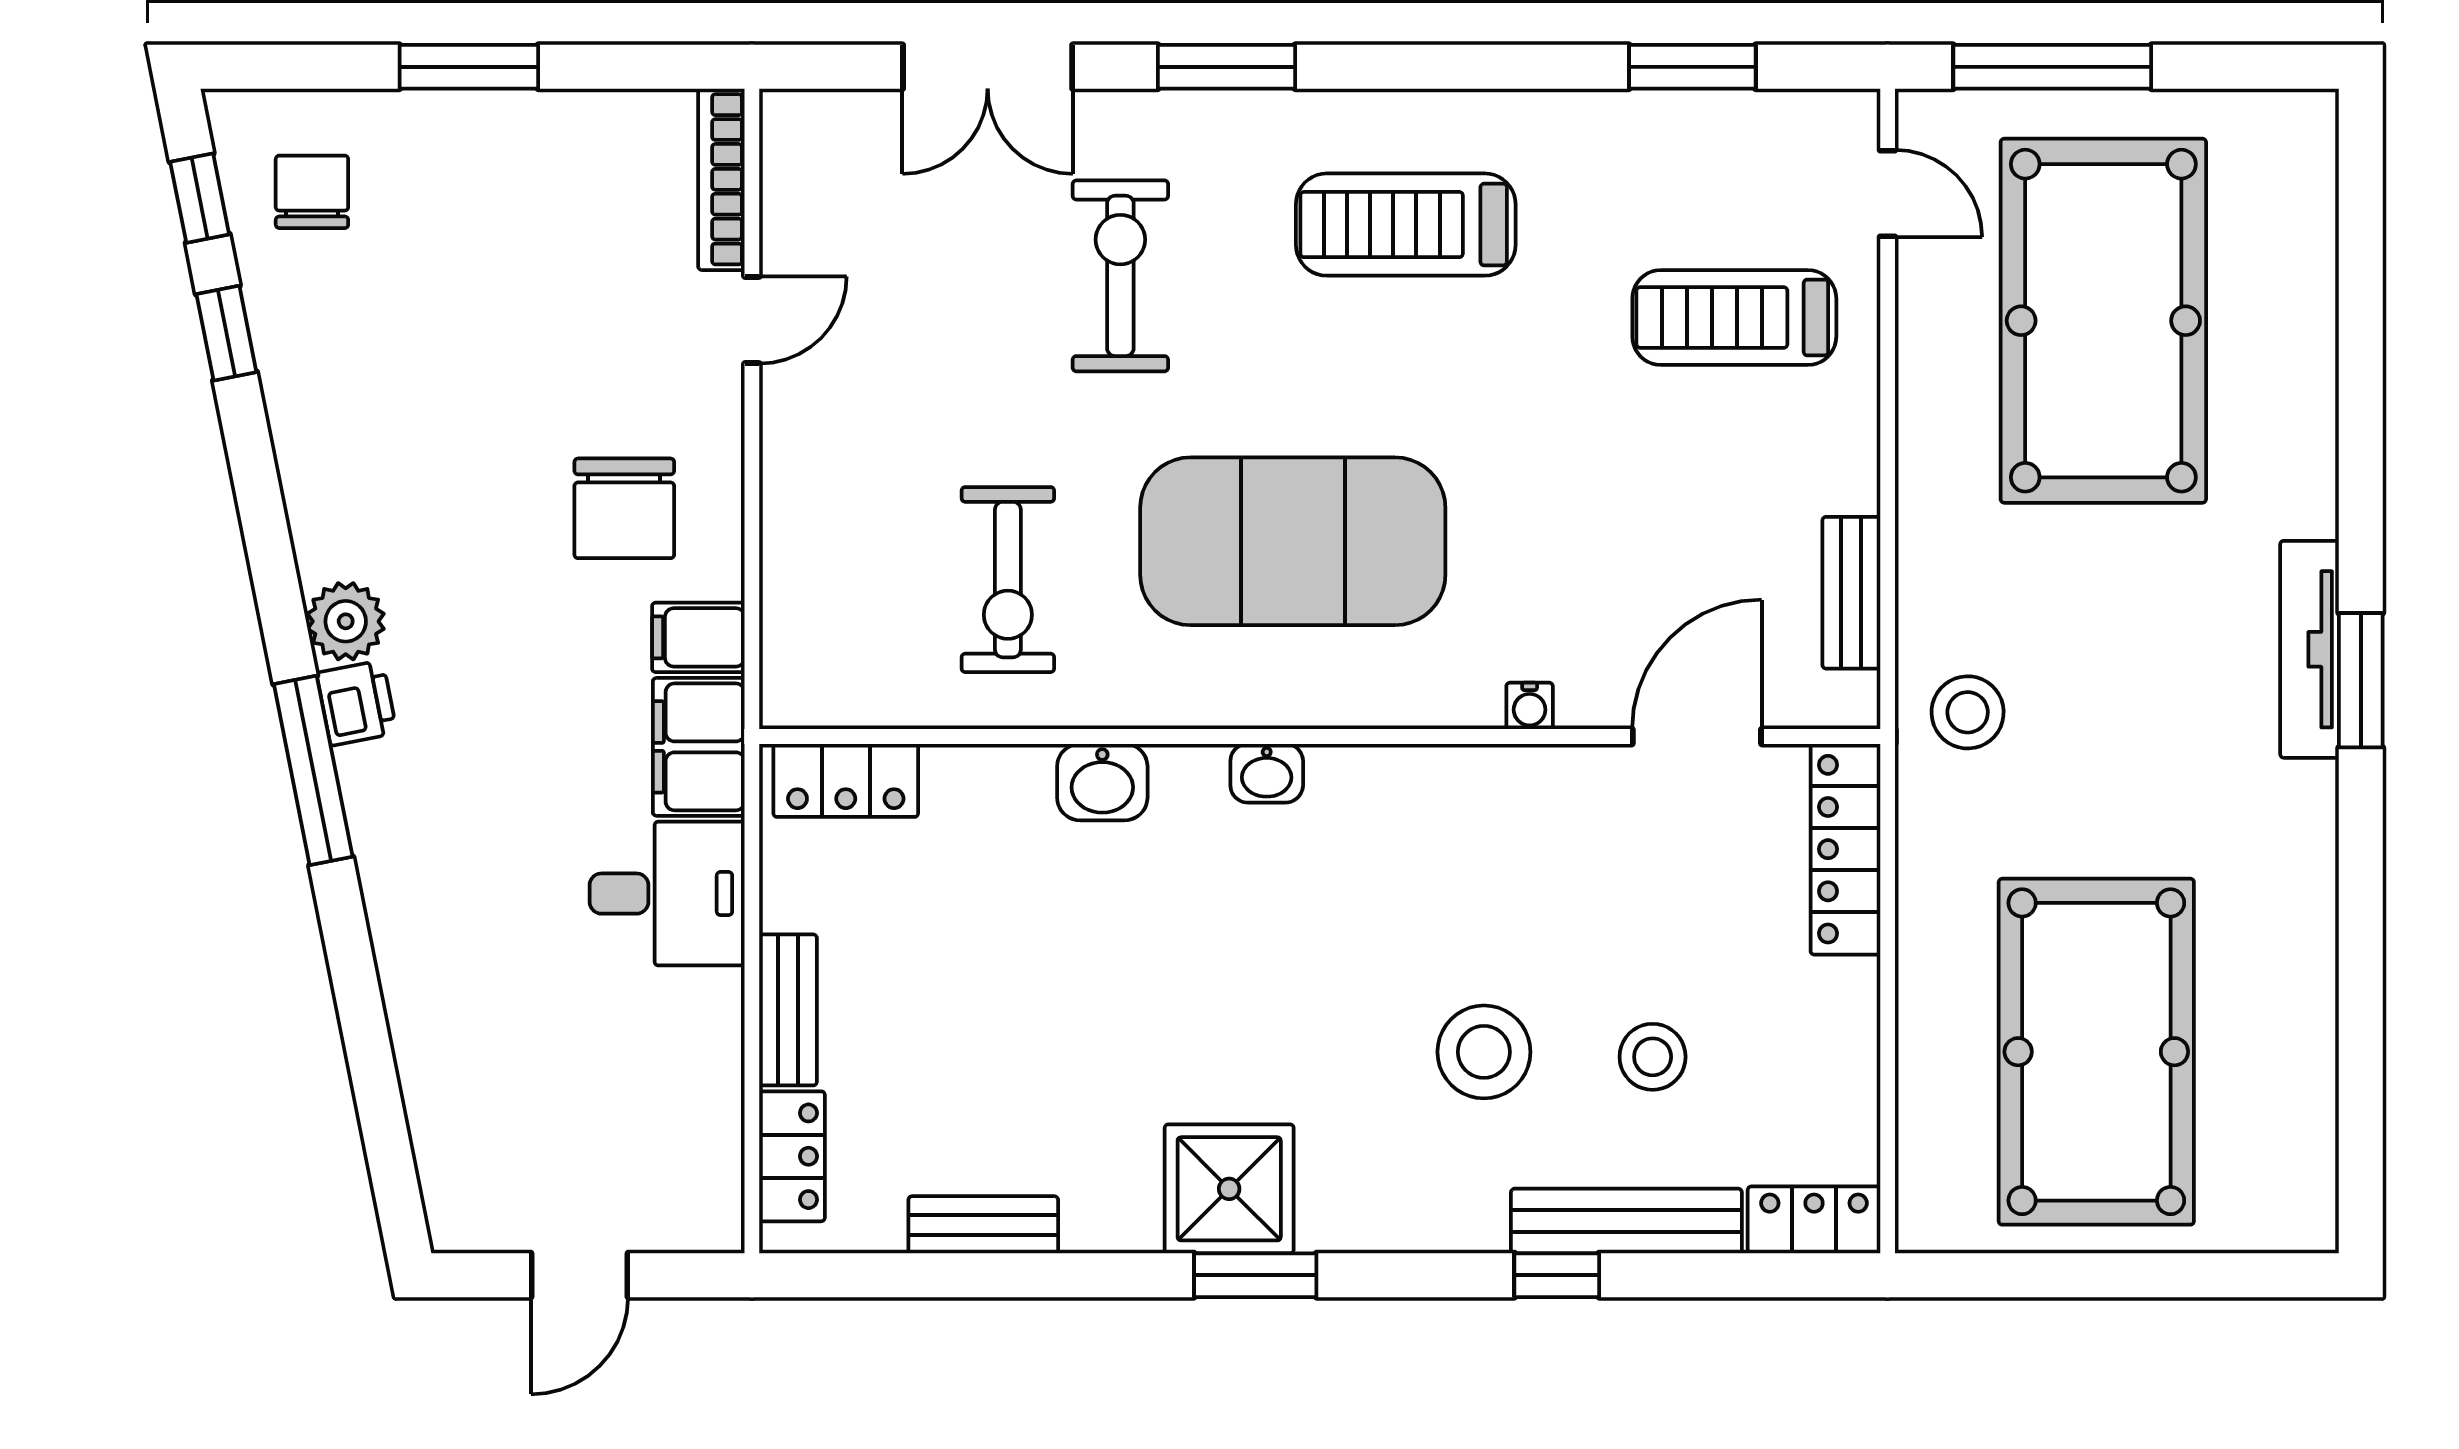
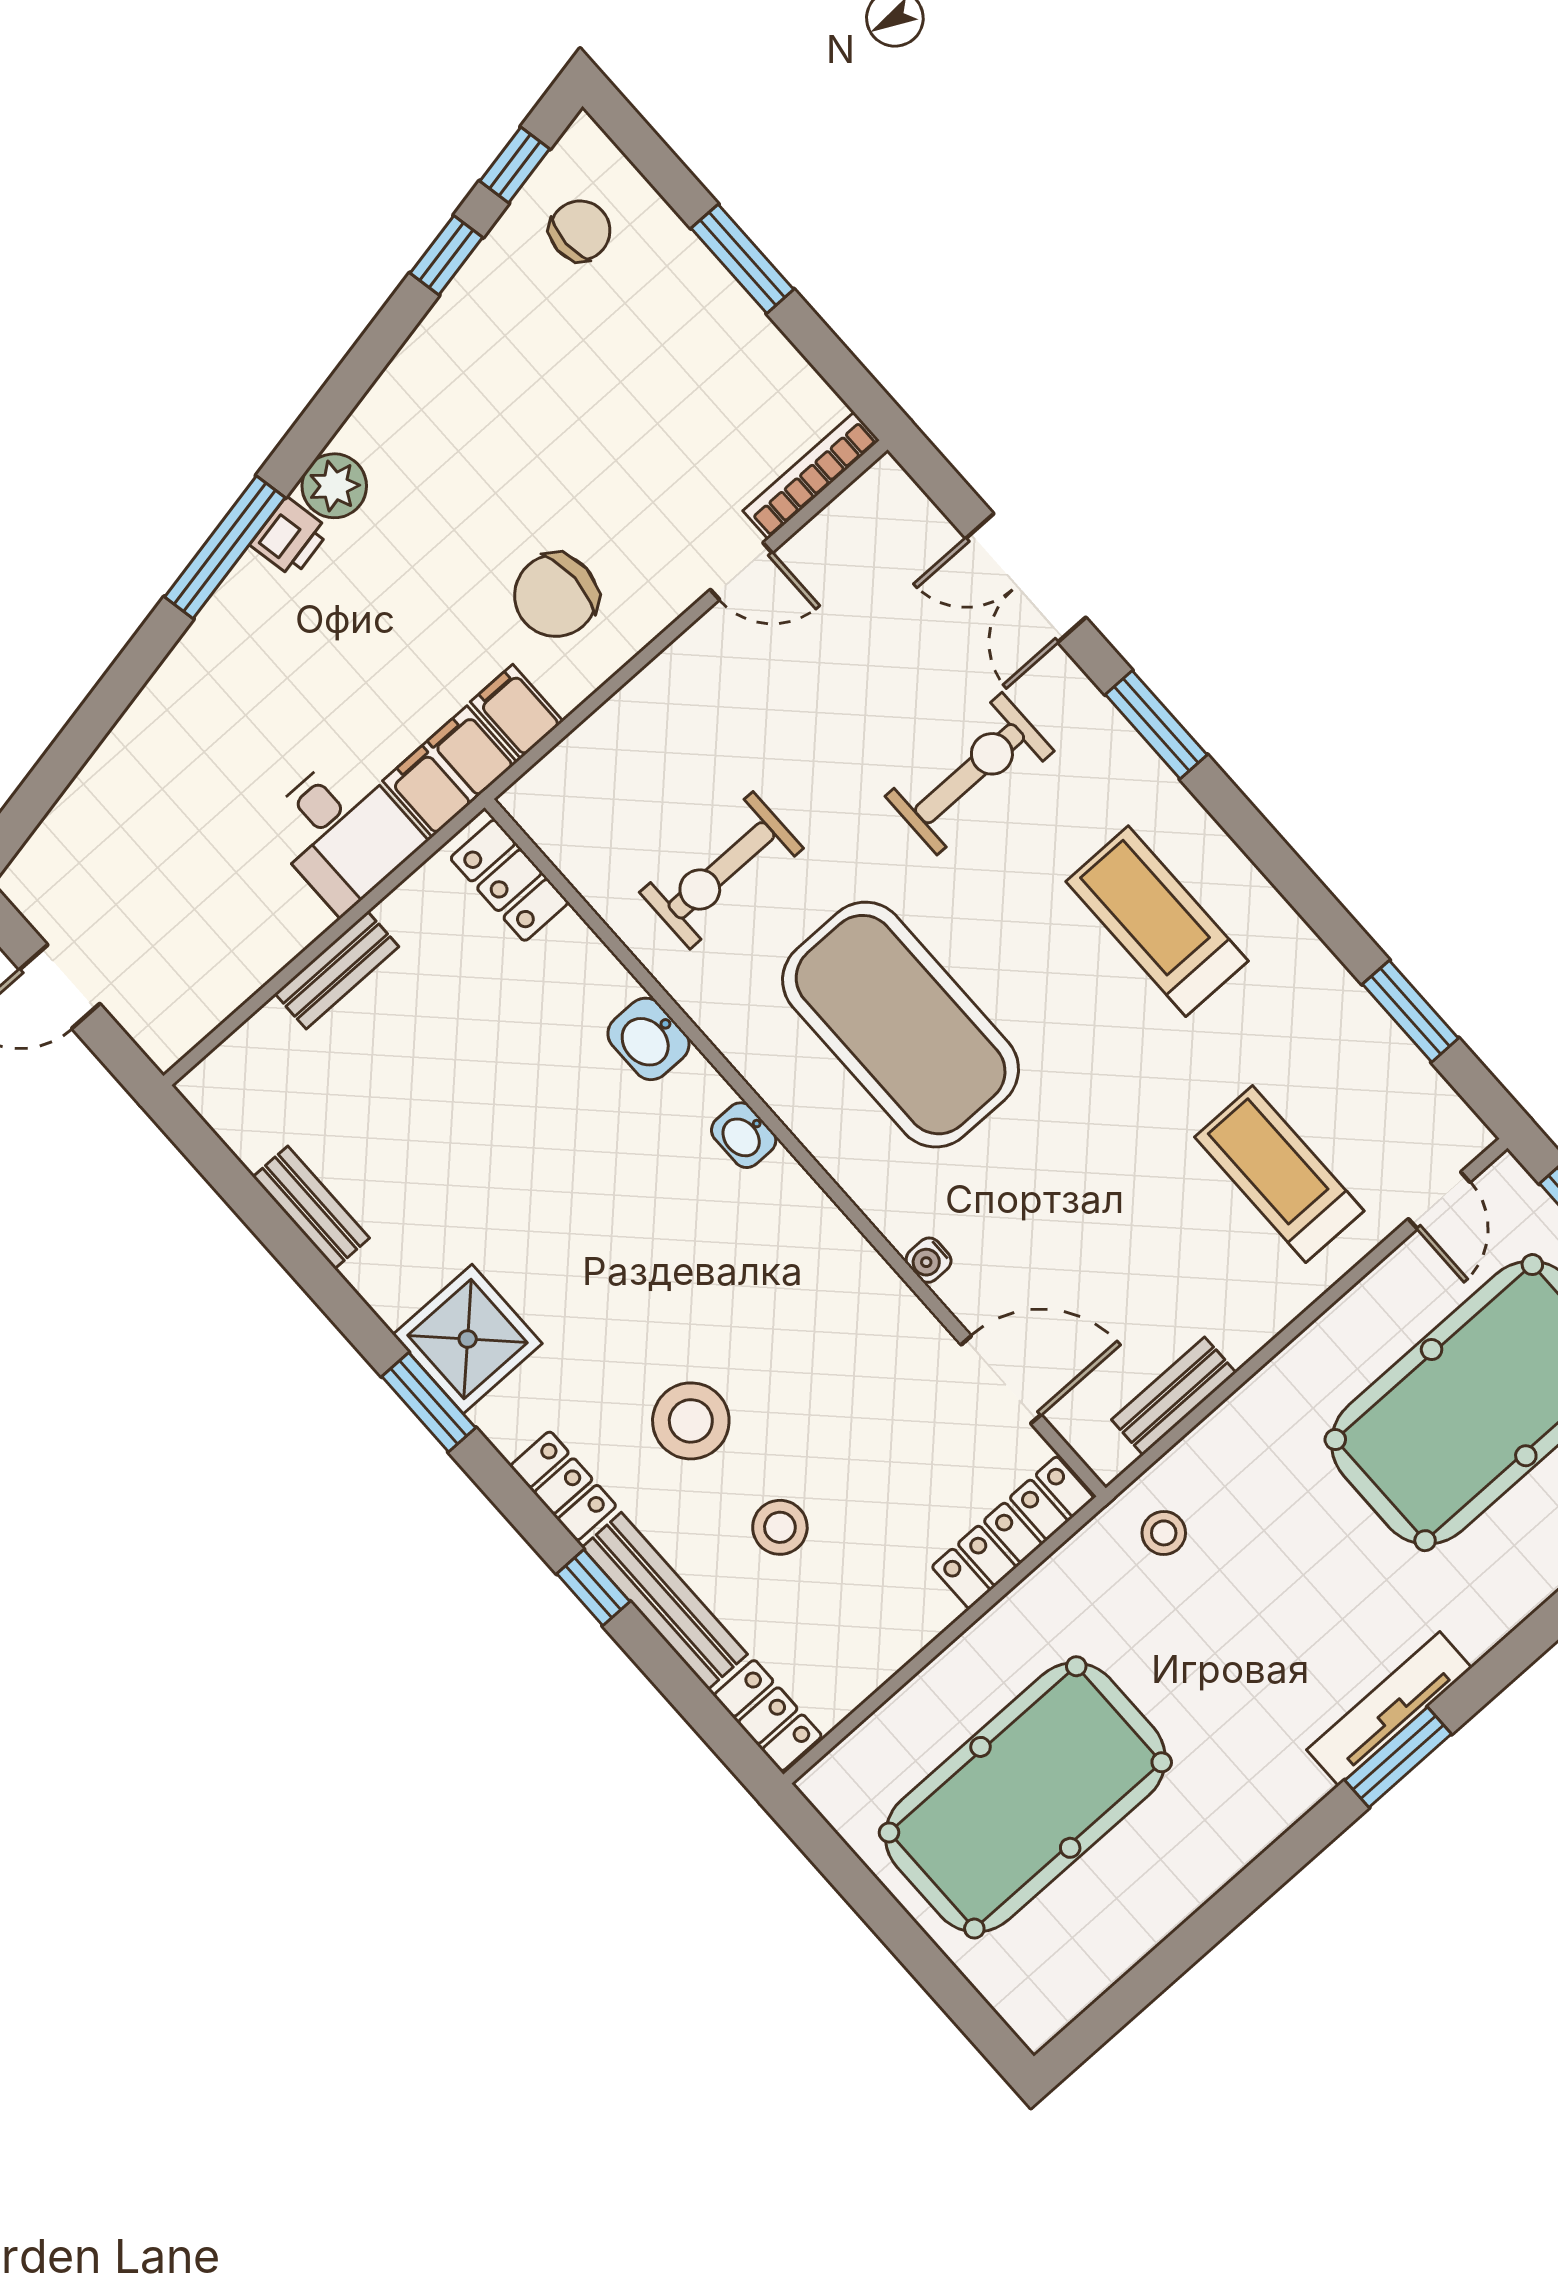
stool: (1968, 712) -> (1164, 1533), width x0.73, depth x0.73
locker: (792, 1156) -> (563, 1486), moved, turned -90

